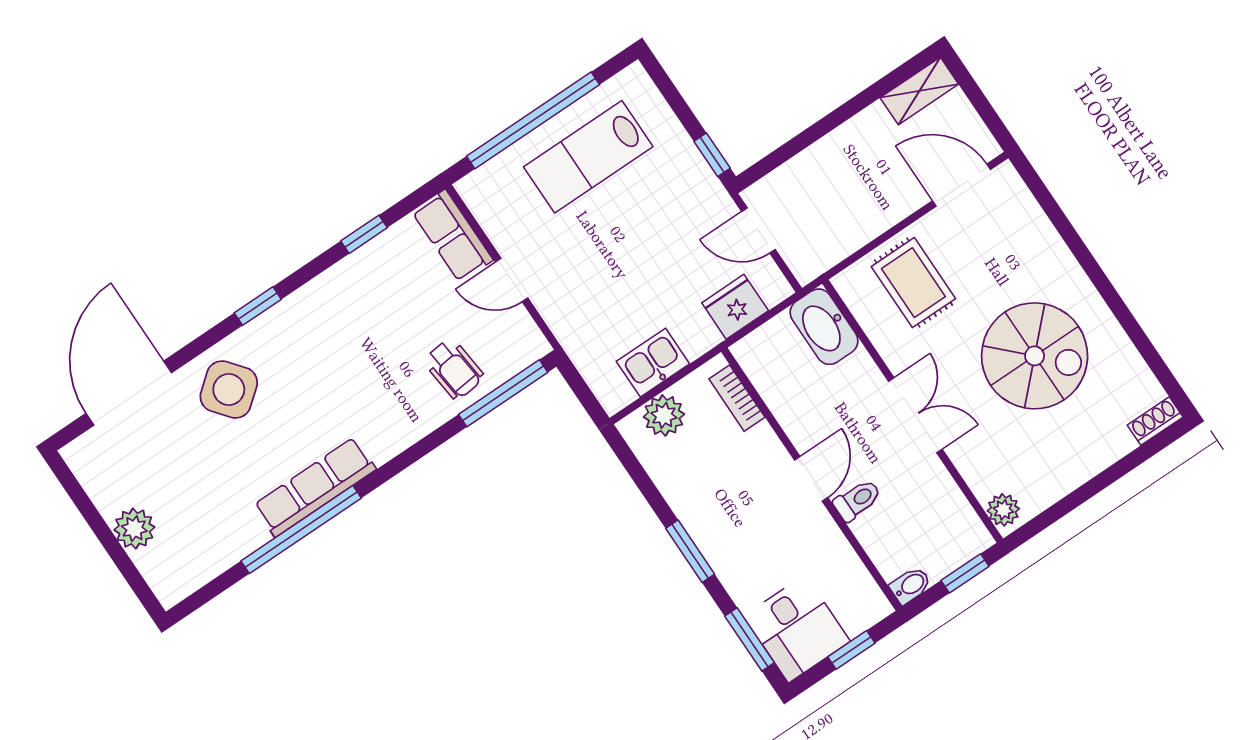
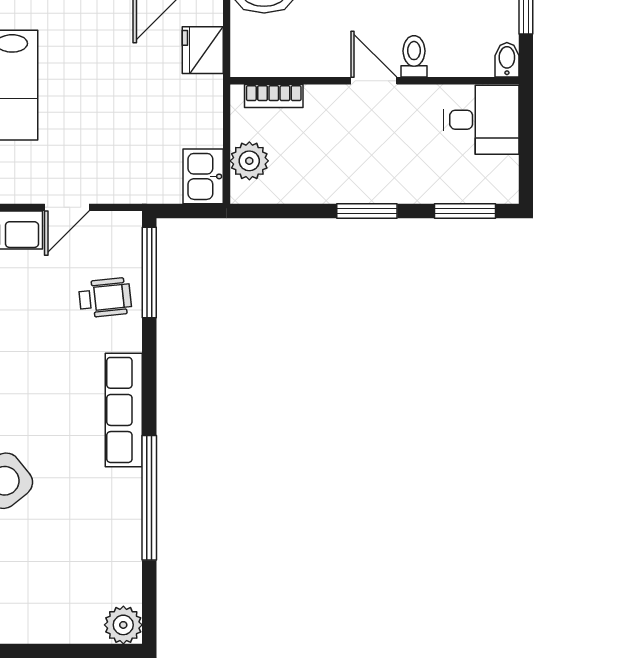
kitchen sink: (653, 363) -> (203, 176), moved
row of seats: (315, 487) -> (124, 410), moved
plant: (134, 529) -> (123, 625), moved
desk: (797, 629) -> (481, 120), moved
window: (851, 650) -> (526, 138), removed

